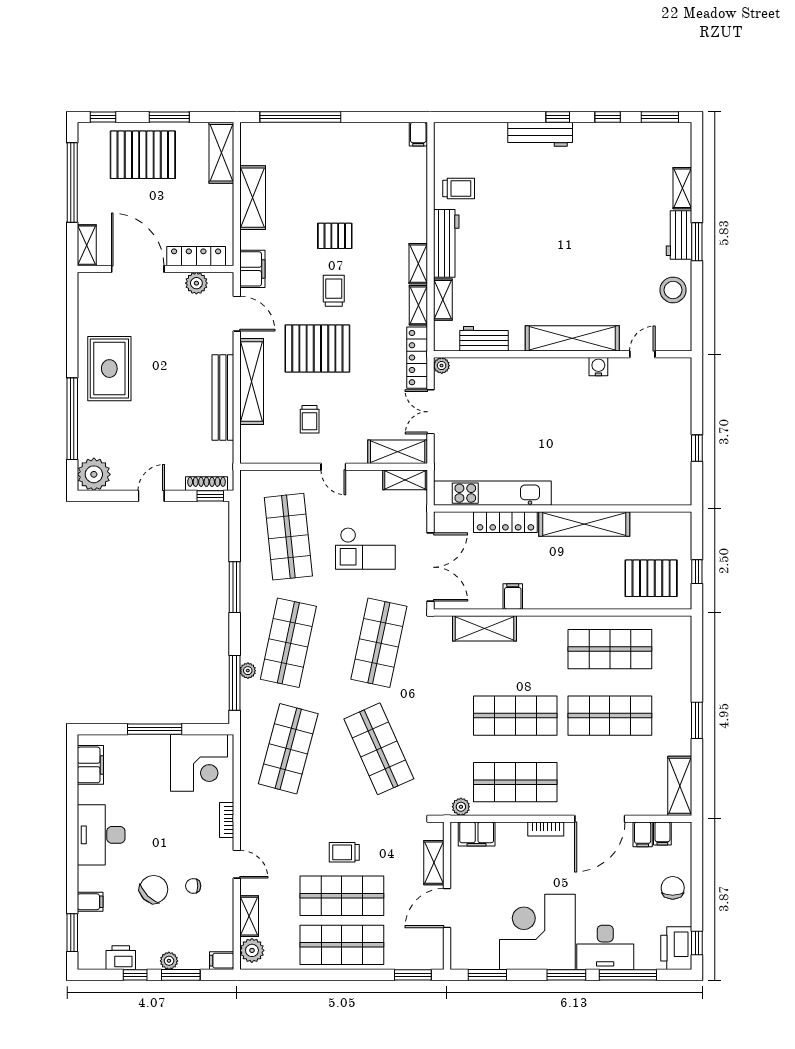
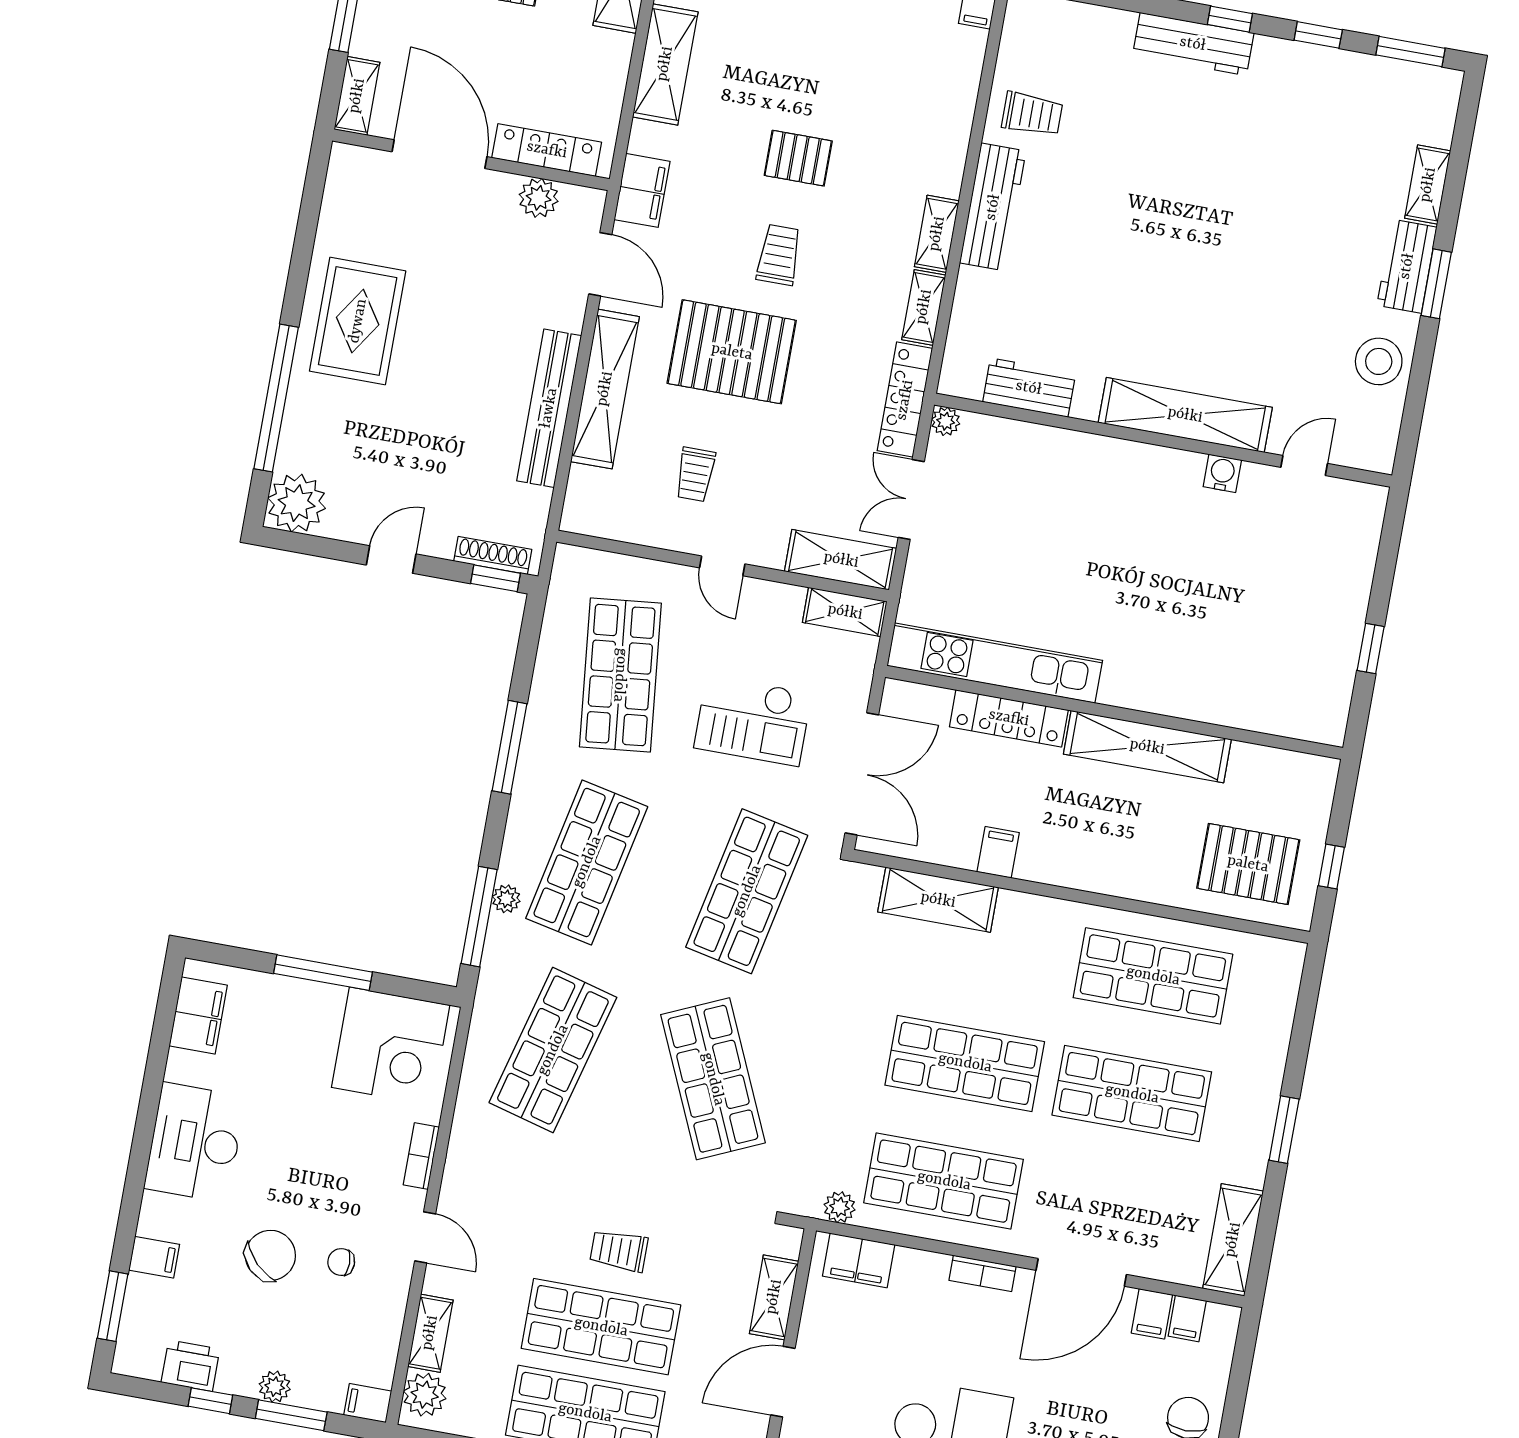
shelving: (443, 300) -> (969, 305), removed

